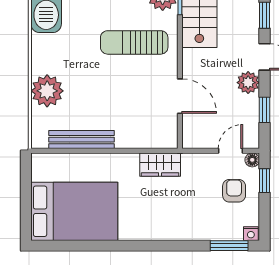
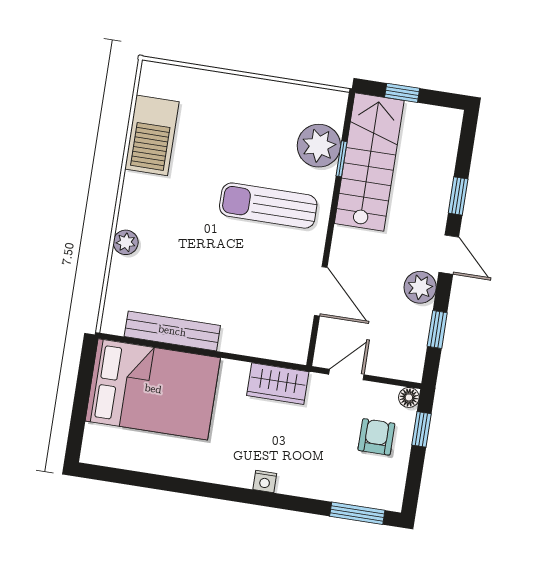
plant: (47, 91) -> (126, 242), width x0.53, depth x0.53
door: (230, 151) -> (346, 374), moved
bed: (74, 211) -> (153, 389), moved
nightstand: (251, 234) -> (265, 481), moved

